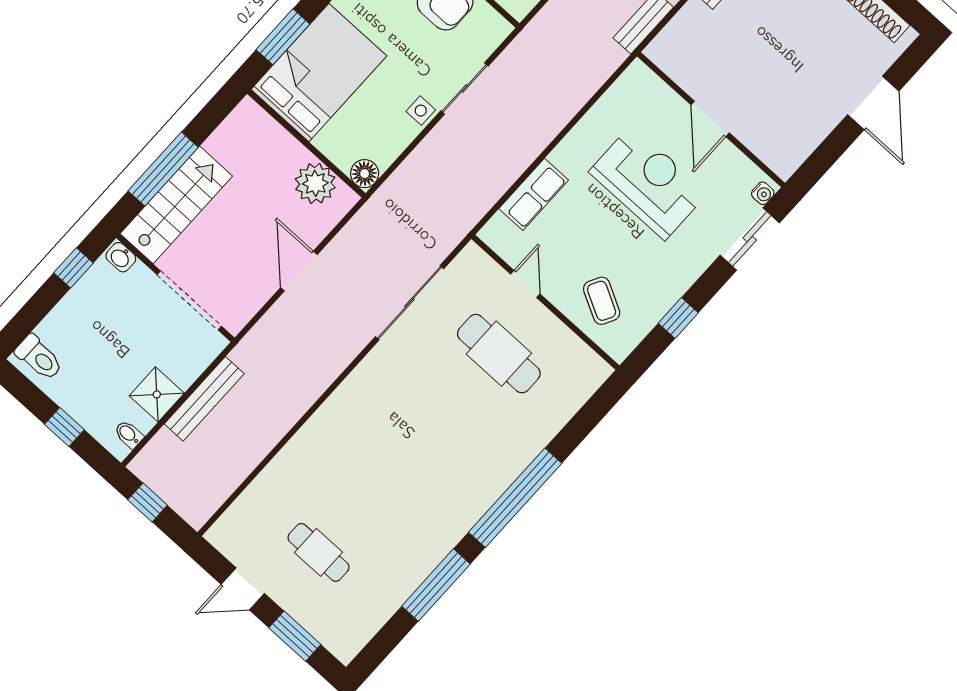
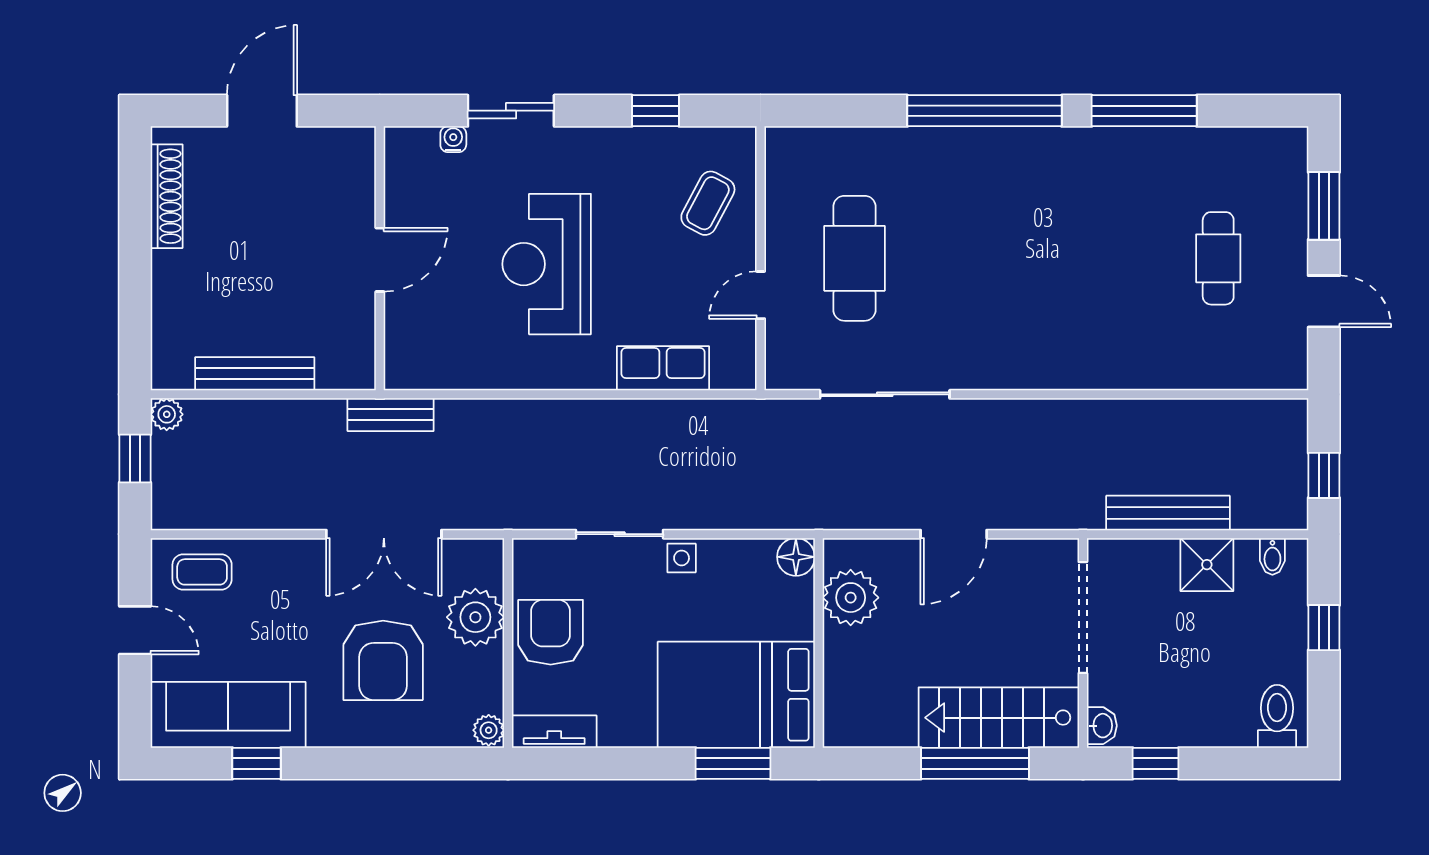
door: (710, 119) -> (380, 260), moved
wall: (711, 120) -> (380, 258), moved

